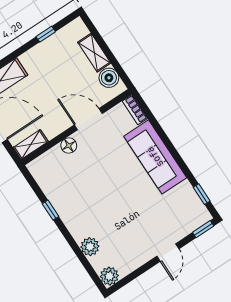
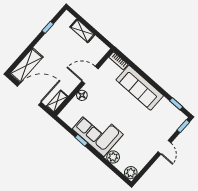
boiler: (109, 78) -> (96, 45), removed
corner sofa: (78, 204) -> (98, 132), added

